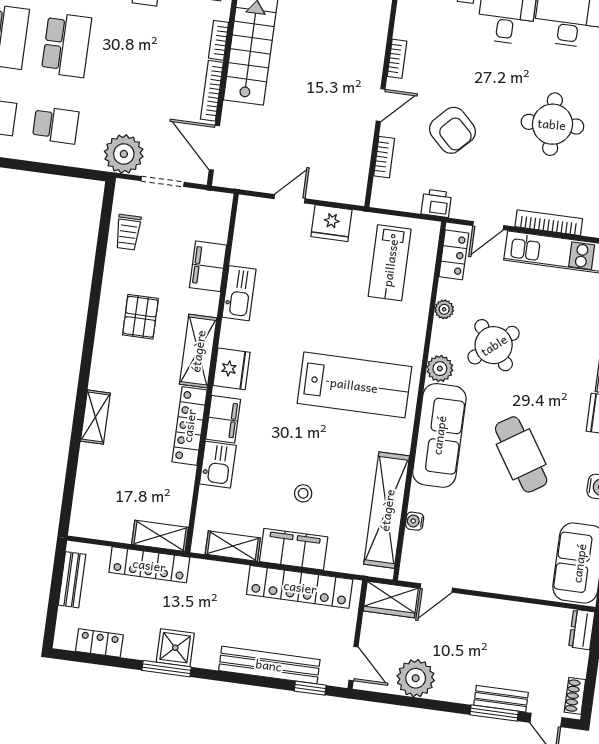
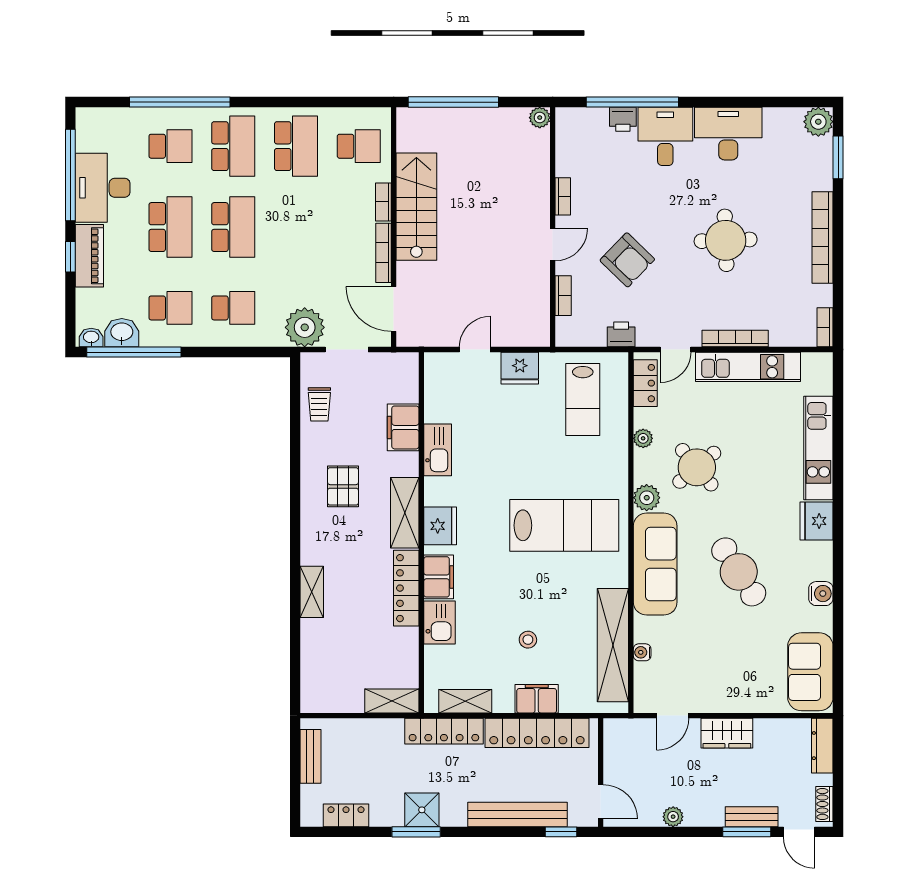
filing cabinet: (294, 549) -> (537, 699), width x0.67, depth x0.86
locker: (149, 565) -> (444, 731), moved
wardrobe: (391, 599) -> (727, 733), moved
dresser: (582, 629) -> (822, 746), width x1.44
plant: (416, 678) -> (673, 817), width x0.53, depth x0.53

